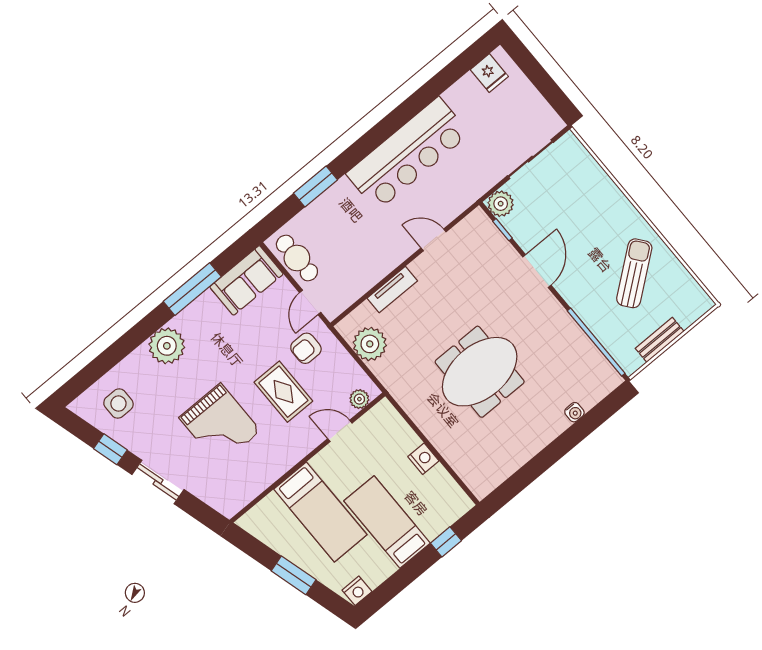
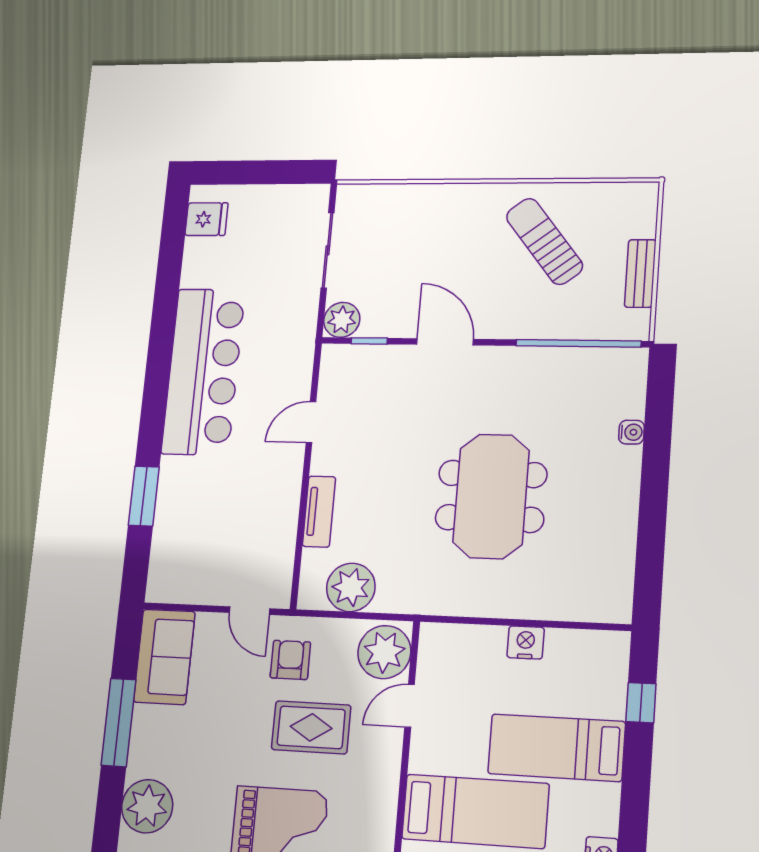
cafe table: (297, 258) -> (193, 582), removed
armchair: (306, 348) -> (290, 660), turned 180
plant: (359, 399) -> (384, 652), width x1.88, depth x1.88

